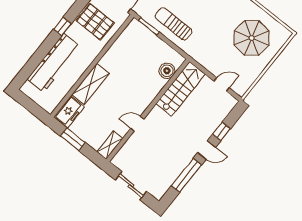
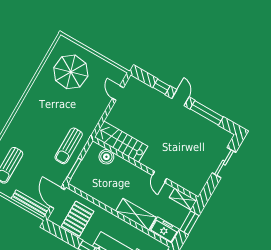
boiler: (167, 71) -> (106, 157), moved
stairs: (181, 89) -> (121, 142), moved
wall: (148, 110) -> (146, 169), moved
door: (137, 124) -> (159, 177), moved
shelving: (110, 145) -> (183, 199), moved

